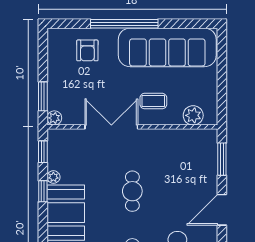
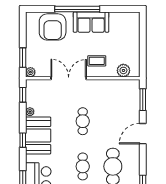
sofa: (167, 47) -> (91, 22), width x0.54, depth x0.79
armchair: (87, 50) -> (53, 27), width x1.88, depth x1.88
window: (43, 191) -> (23, 140), moved

